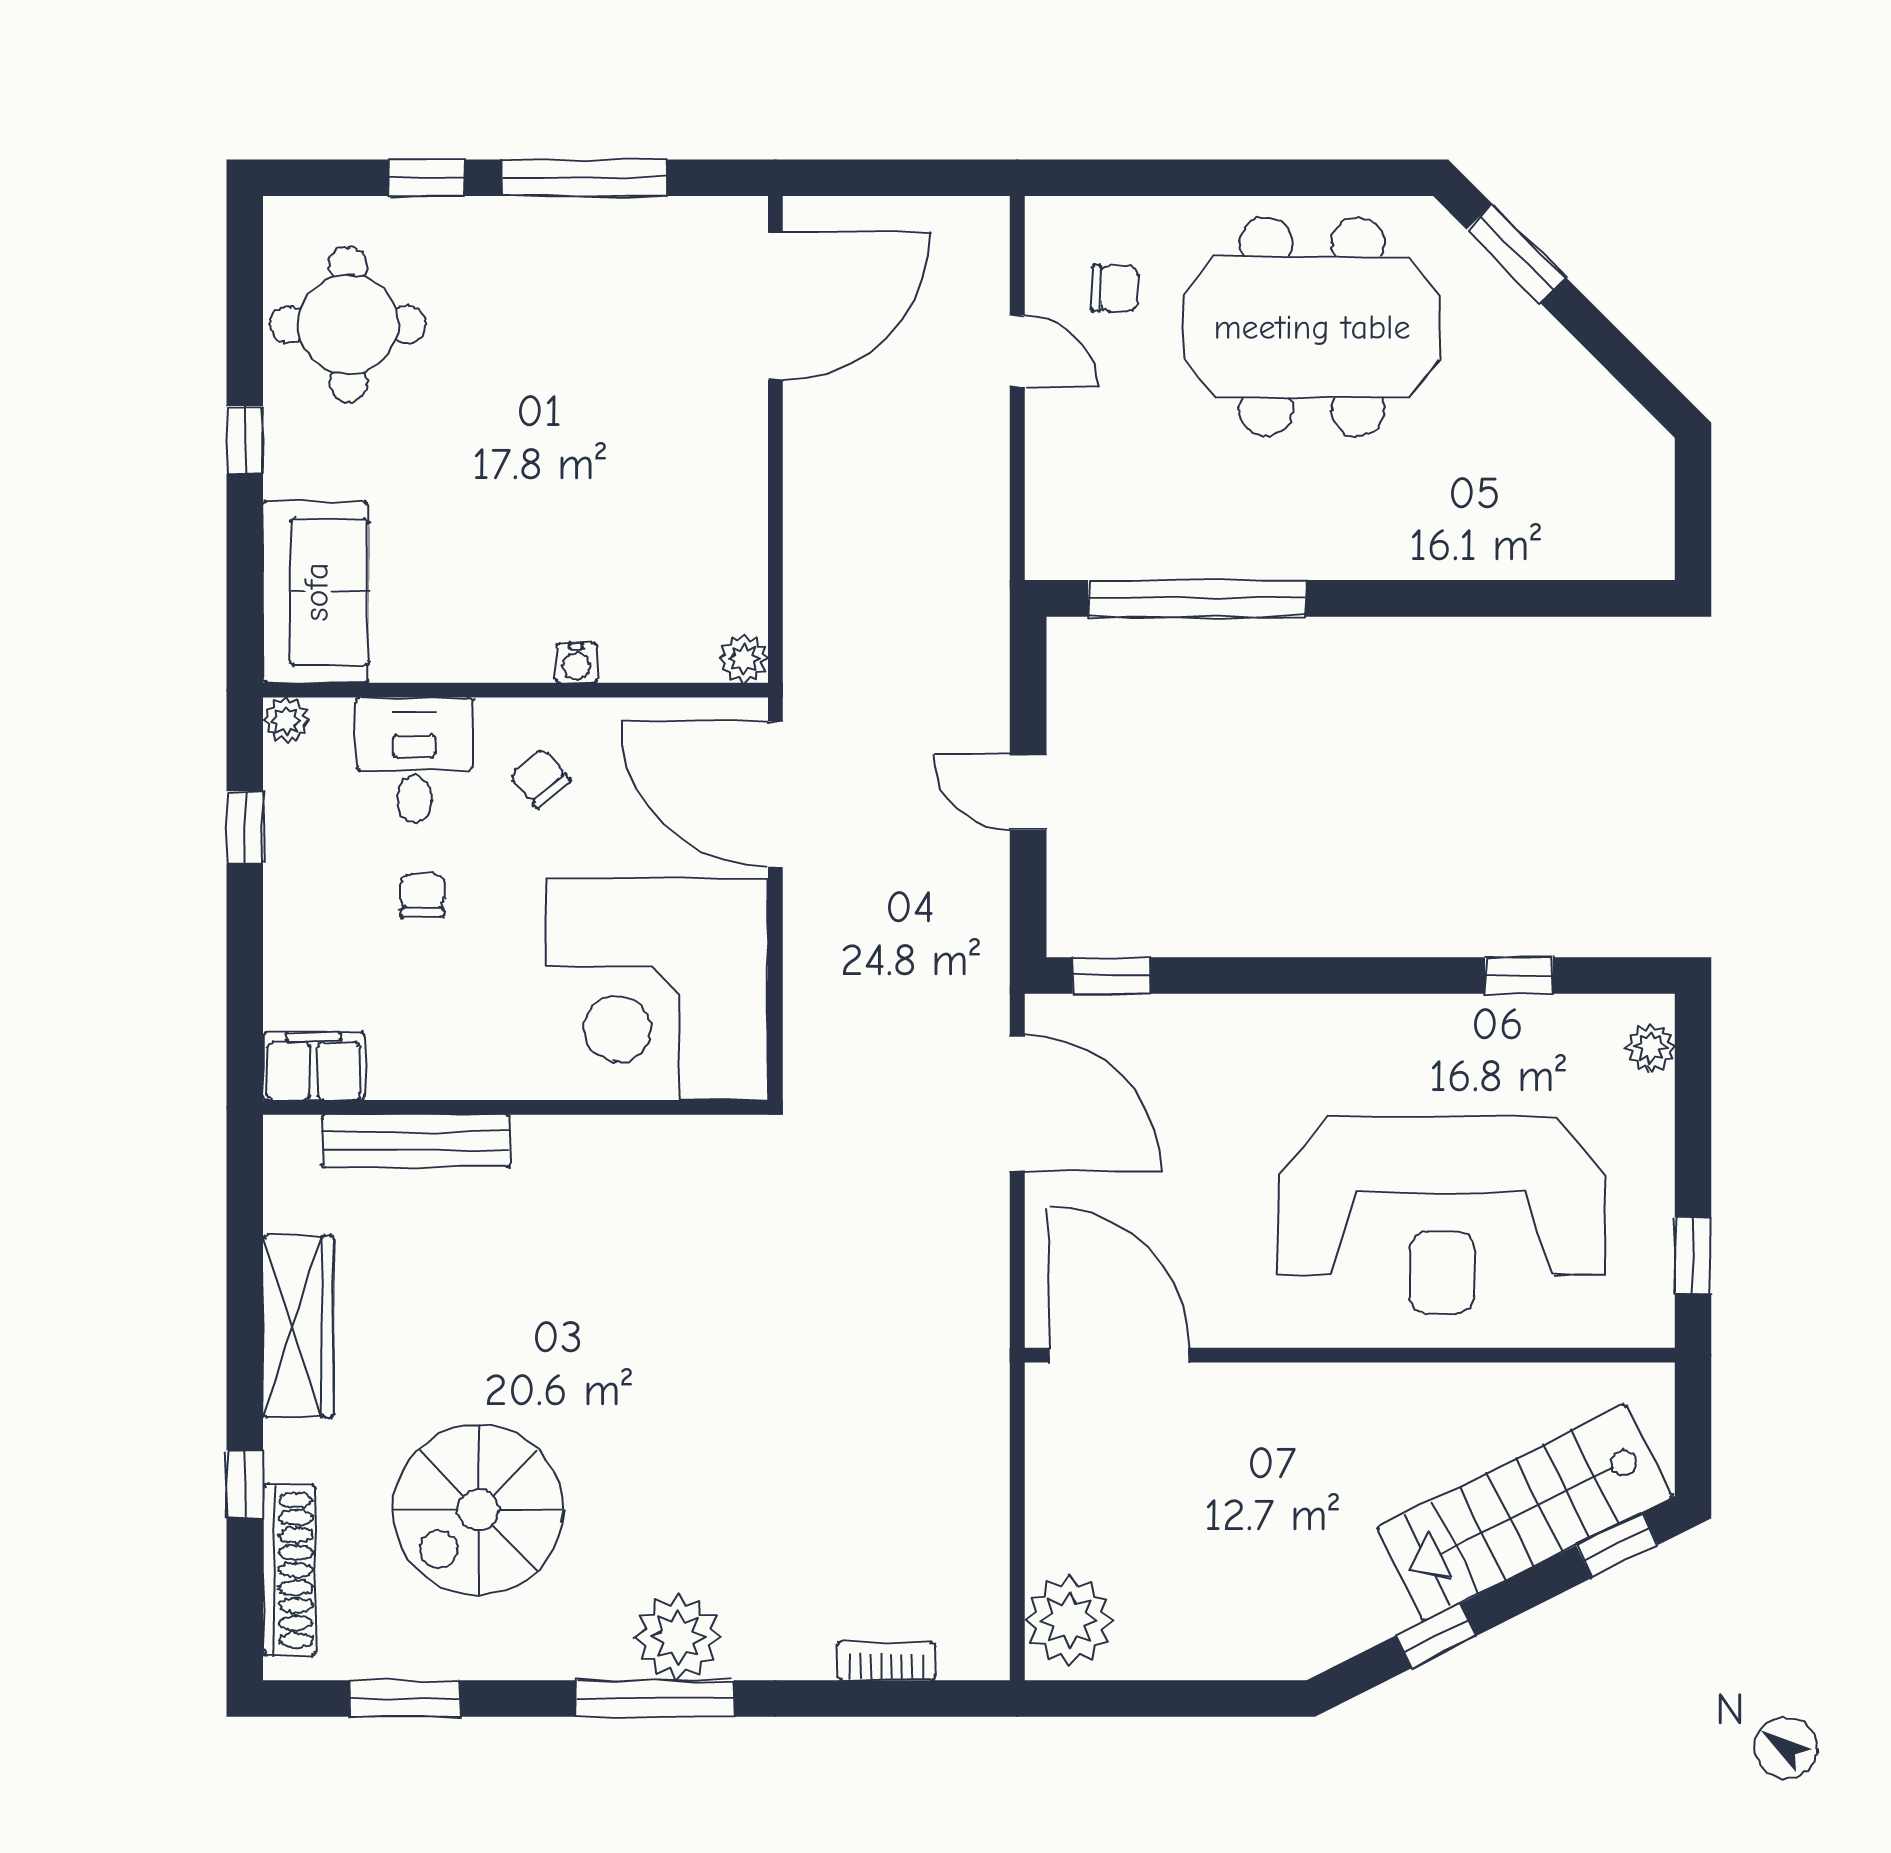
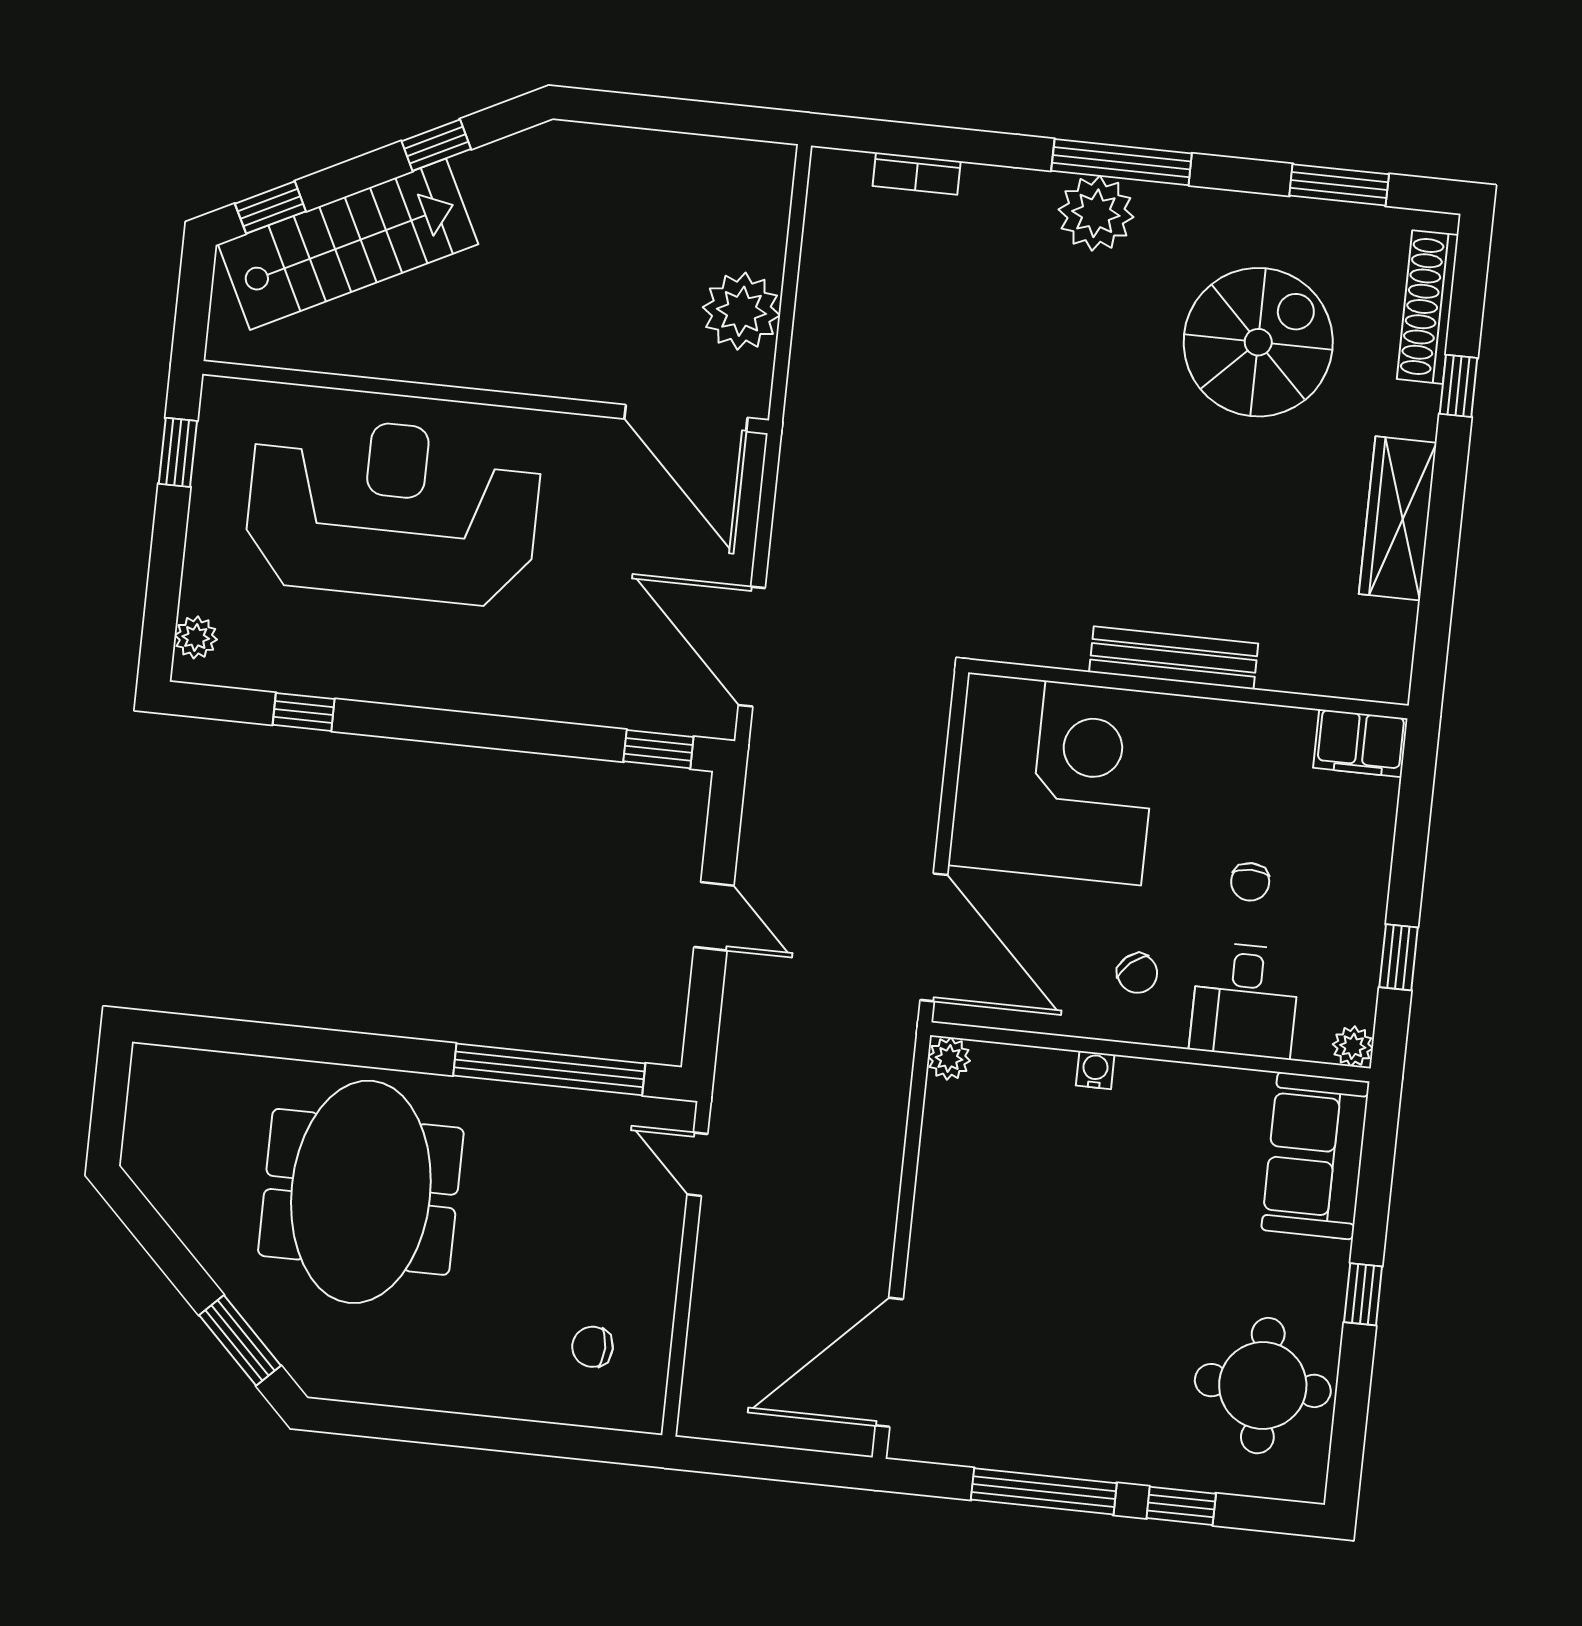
meeting table: (1312, 327) -> (361, 1192), moved, turned 90
door: (1017, 351) -> (697, 1164), moved
bench: (416, 1141) -> (1174, 658), moved
plant: (1069, 1620) -> (741, 311), moved

